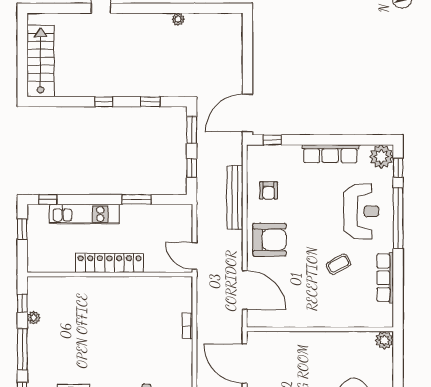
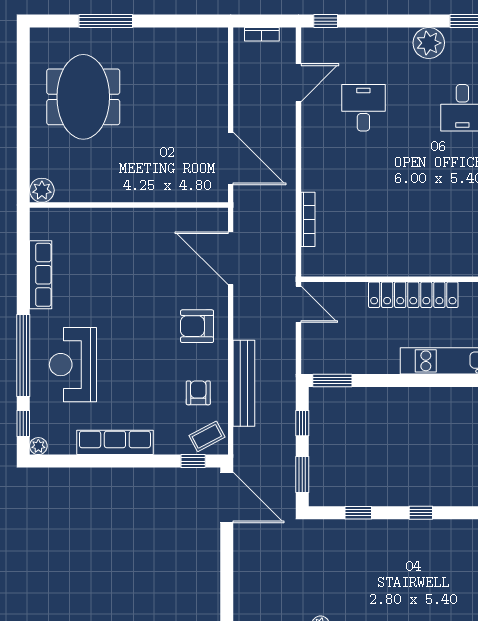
door: (247, 113) -> (227, 497), hinge flipped
plant: (381, 157) -> (38, 446), width x0.53, depth x0.53
window: (136, 200) -> (332, 381), moved
armchair: (269, 240) -> (197, 326), width x0.73, depth x0.73
coffee table: (339, 264) -> (207, 436), moved
bookcase: (187, 326) -> (308, 219), width x1.56

